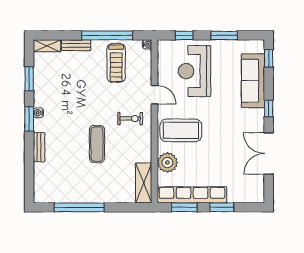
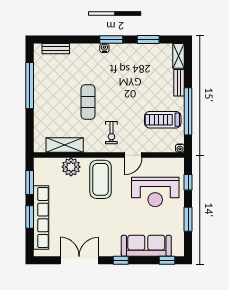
reception desk: (194, 71) -> (155, 192), turned 180
water cooler: (38, 113) -> (104, 48), moved
exercise mat: (97, 144) -> (88, 102), turned 90
bench: (39, 147) -> (56, 49), moved
shelving: (144, 183) -> (65, 145), moved
row of seats: (192, 195) -> (41, 217), moved

